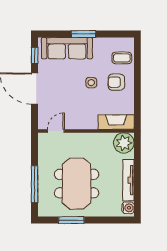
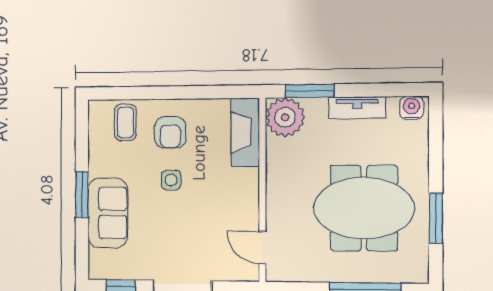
sofa: (67, 48) -> (108, 213), width x0.73
window: (137, 156) -> (310, 91), added
tv unit: (128, 180) -> (357, 108), width x0.71

